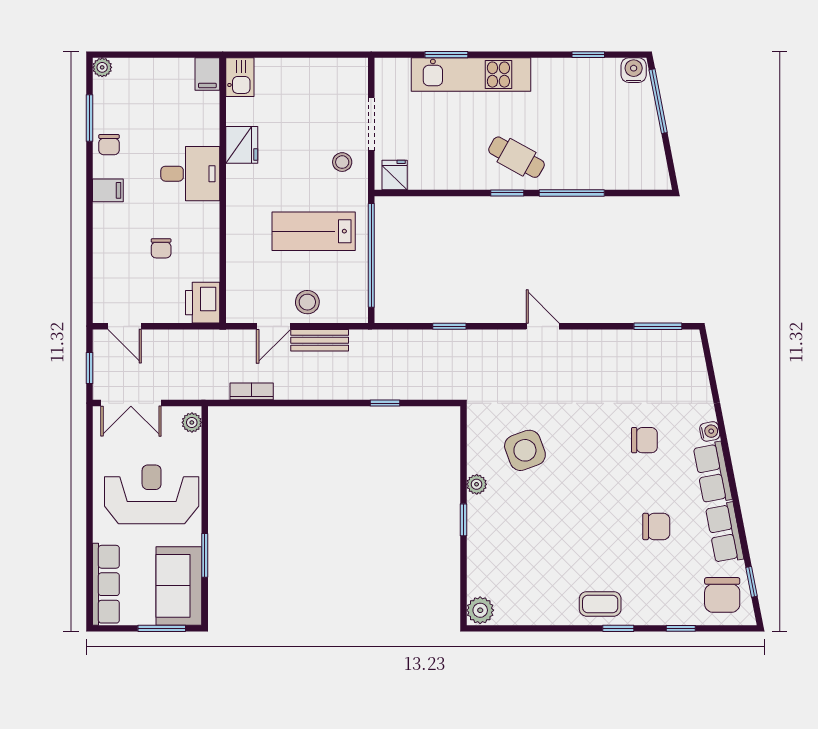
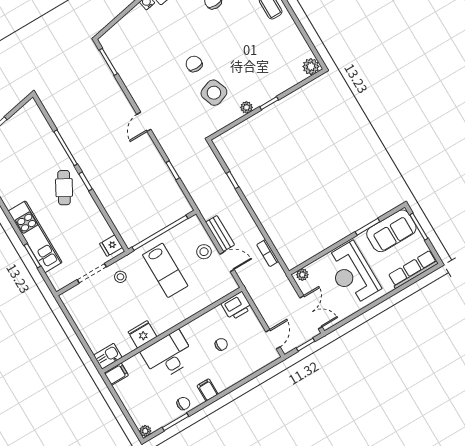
desk: (190, 174) -> (168, 355), width x1.37
chair: (644, 440) -> (194, 64), moved

